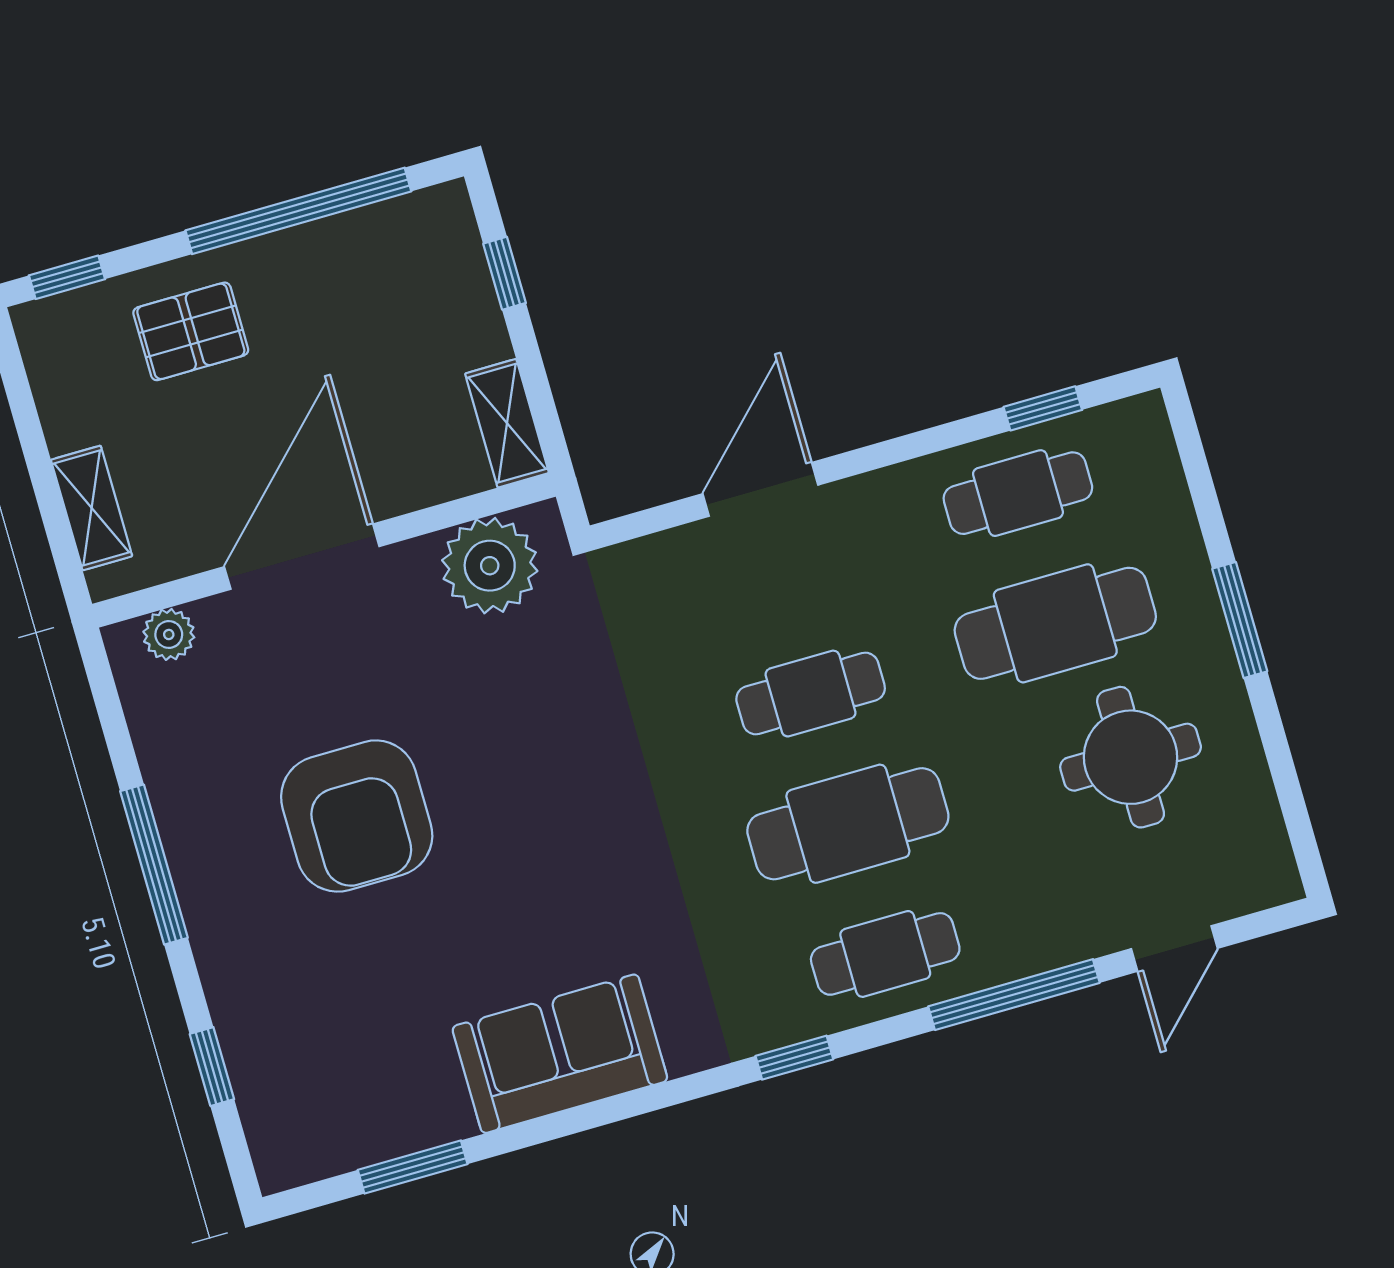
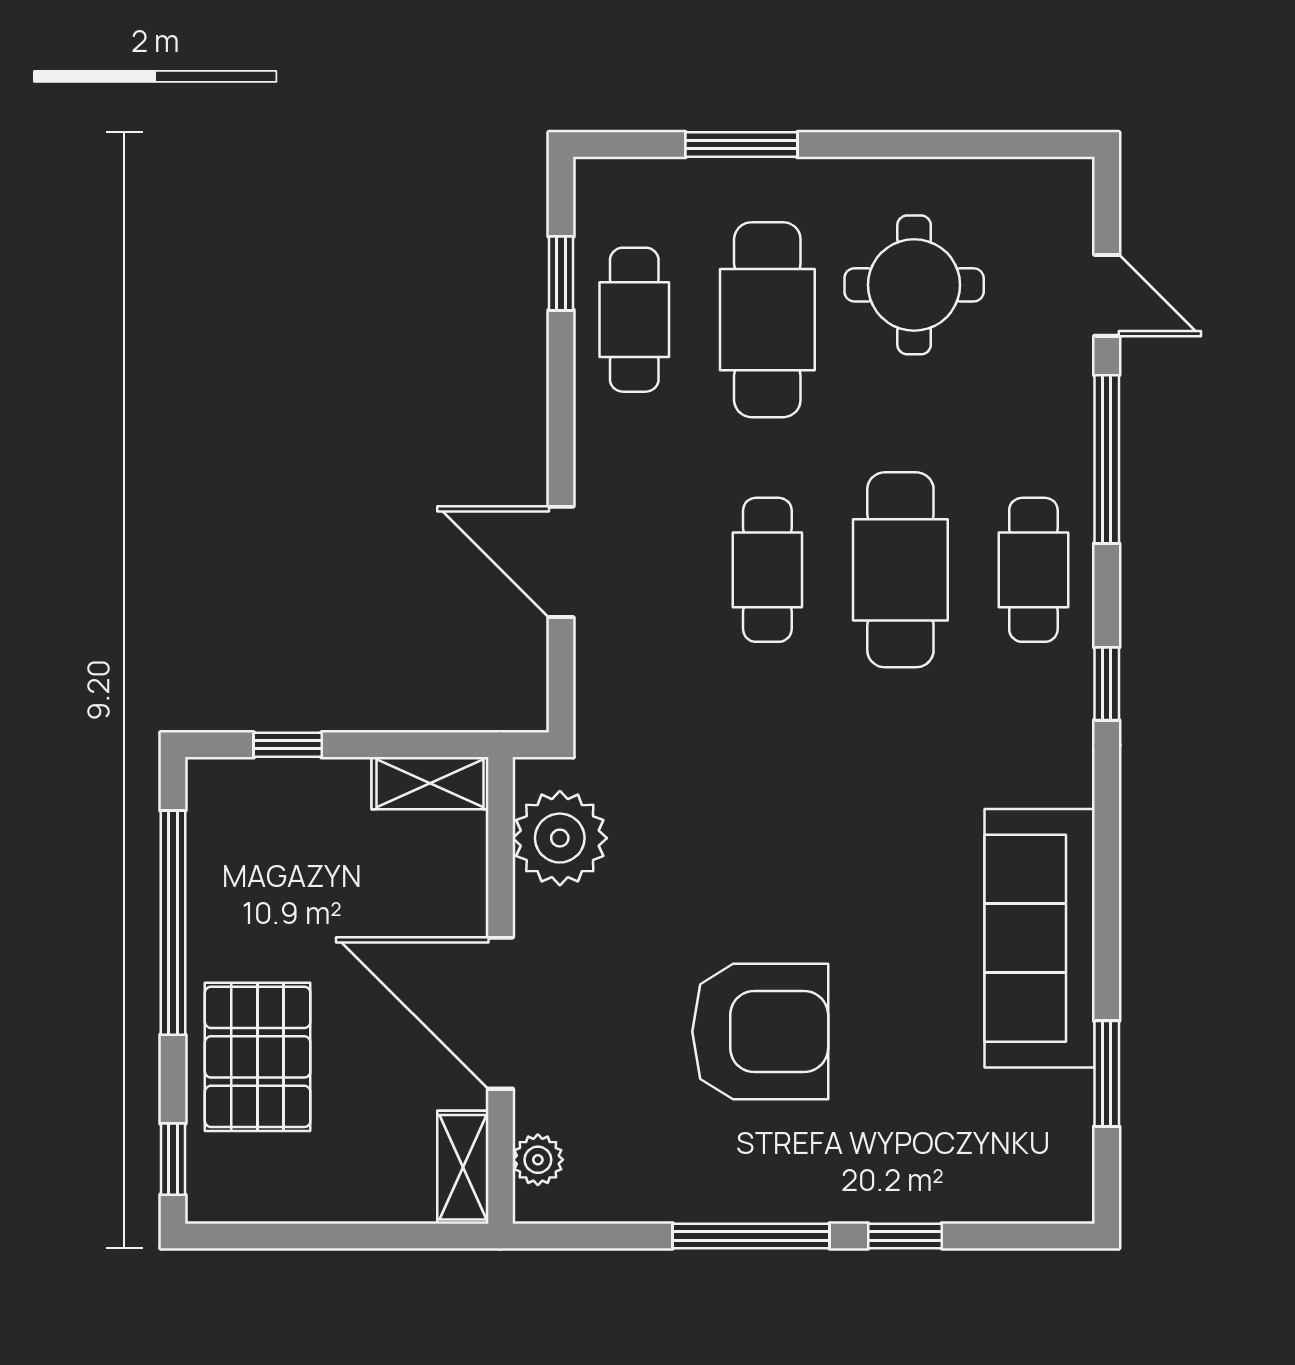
pallet: (191, 331) -> (258, 1057), width x1.50, depth x1.42
shelving: (92, 508) -> (463, 1167), moved, turned 90
window: (1240, 620) -> (741, 145), moved
sofa: (560, 1054) -> (1040, 938), width x1.36
window: (212, 1067) -> (905, 1236), moved

